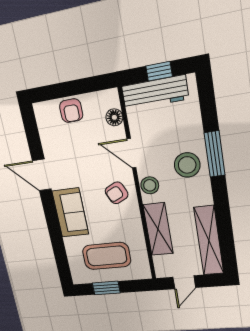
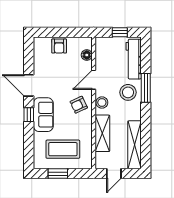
workbench: (155, 93) -> (134, 59), moved, turned 90
door: (131, 153) -> (94, 80), hinge flipped
window: (51, 215) -> (29, 115), added

